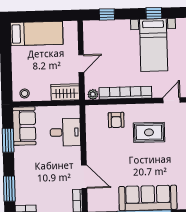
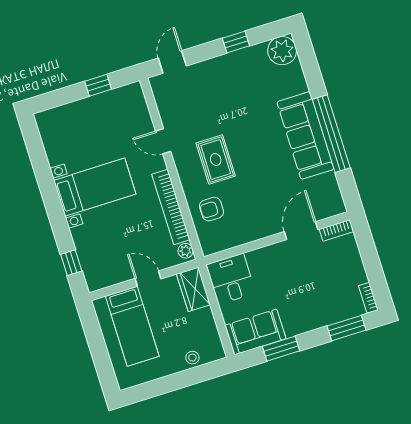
window: (154, 13) -> (51, 199), removed
bed: (37, 33) -> (132, 326), moved, turned 180
stool: (25, 93) -> (192, 358), moved
armchair: (116, 120) -> (212, 209), turned 180
desk: (65, 132) -> (231, 279), moved

